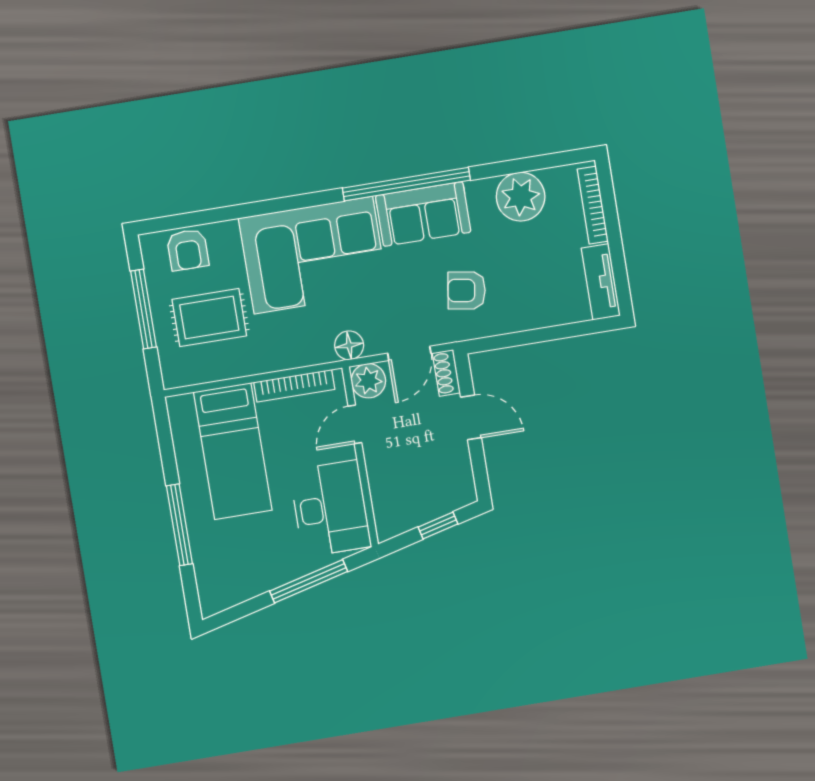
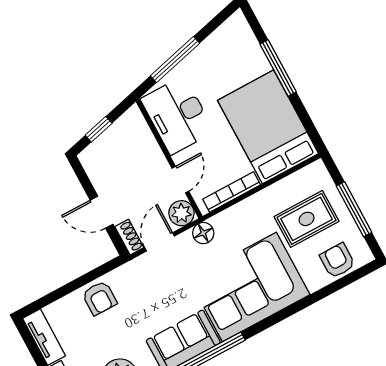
armchair: (467, 290) -> (99, 298), moved, turned 81
bed: (233, 451) -> (268, 127), width x1.50

